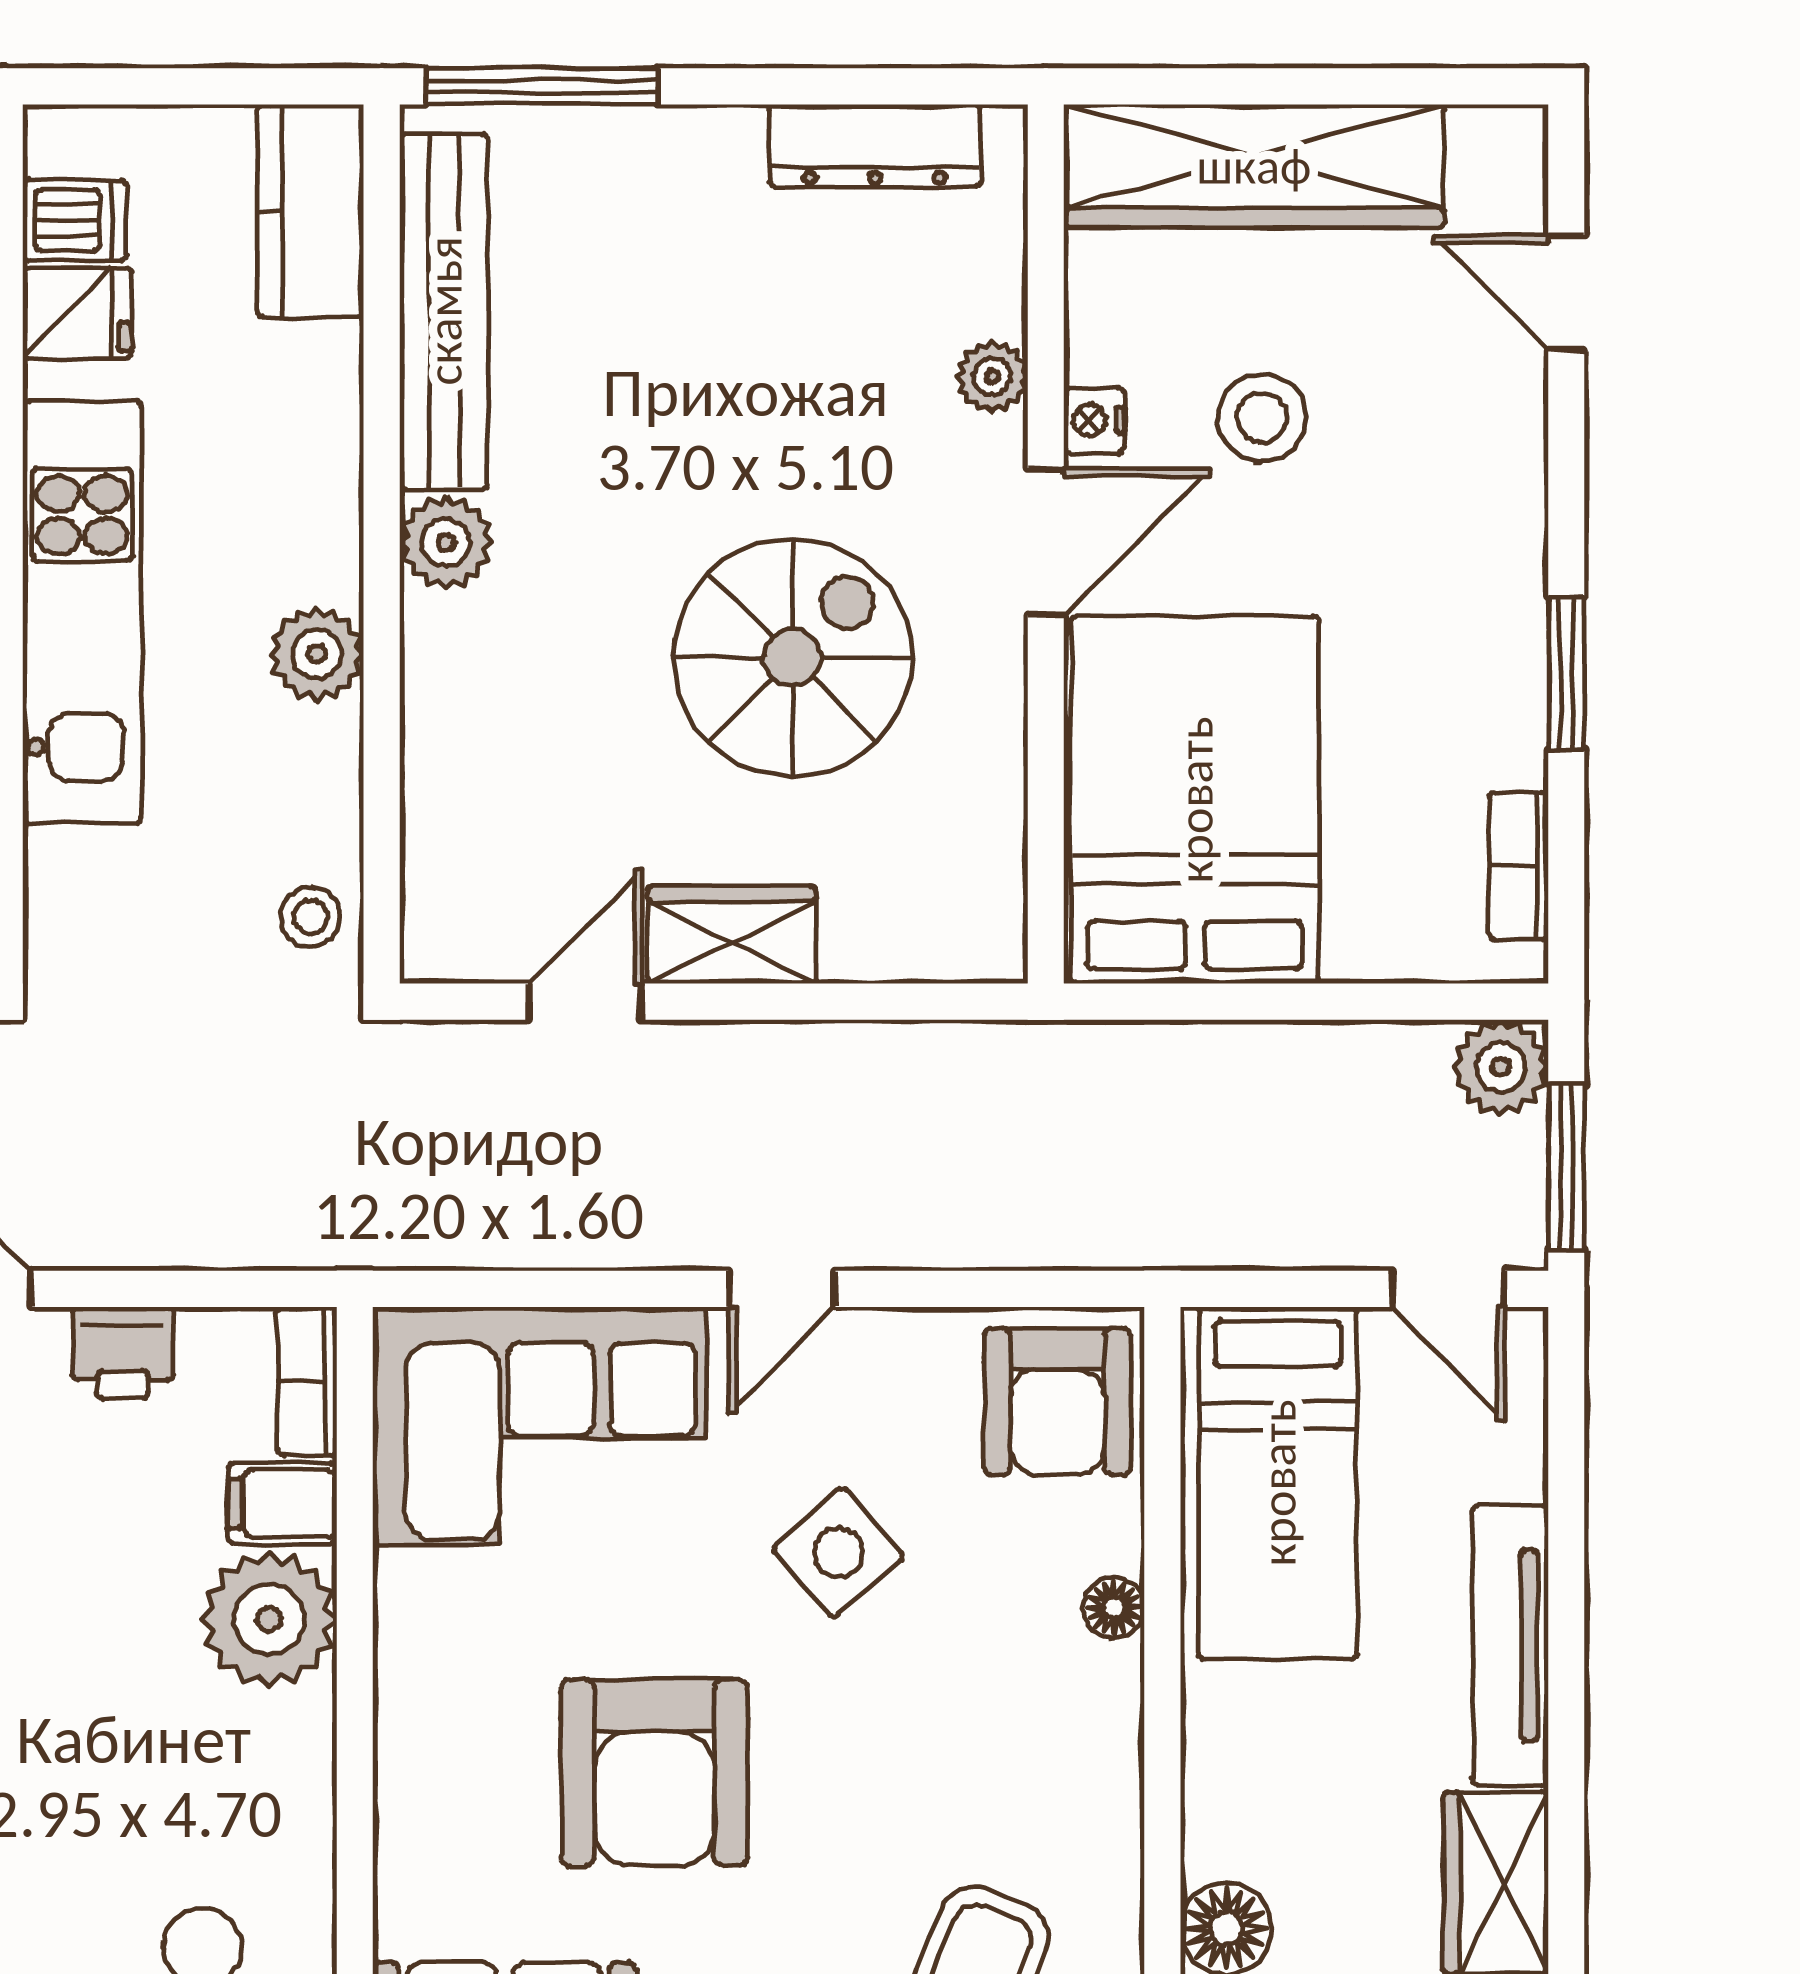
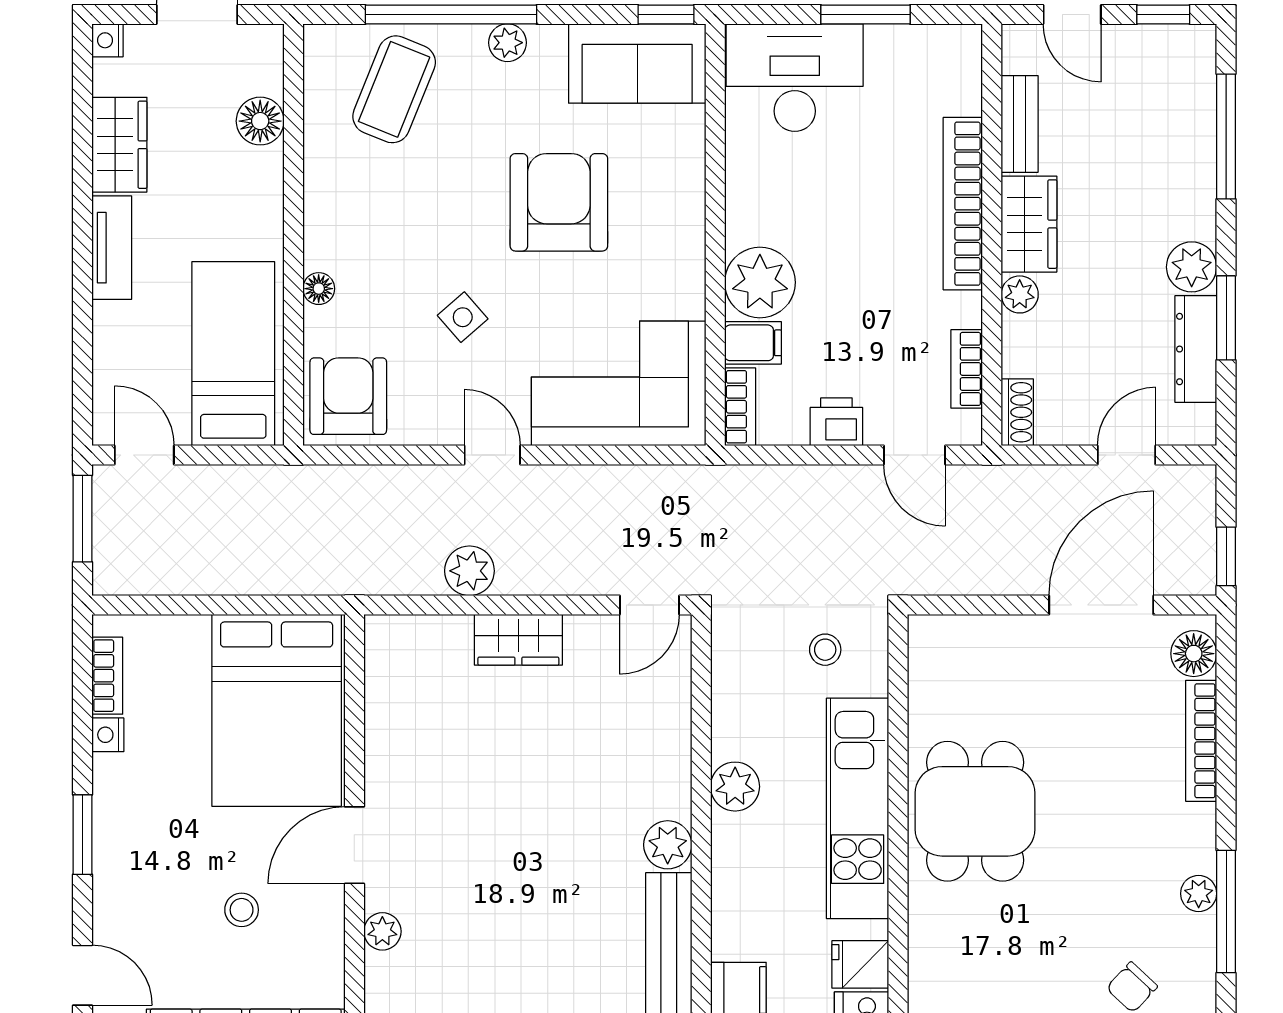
stool: (1262, 418) -> (242, 910), width x0.73, depth x0.73
nightstand: (1094, 420) -> (108, 735), moved, turned 180
spiral stairs: (793, 658) -> (487, 785), removed
window: (1566, 674) -> (83, 835), moved
stool: (311, 917) -> (825, 650), moved
door: (585, 1002) -> (649, 605), moved
plant: (1501, 1067) -> (469, 571), moved
door: (782, 1289) -> (492, 455), hinge flipped
side table: (838, 1553) -> (463, 317), width x0.73, depth x0.73
tv unit: (1510, 1645) -> (112, 248), width x0.71

